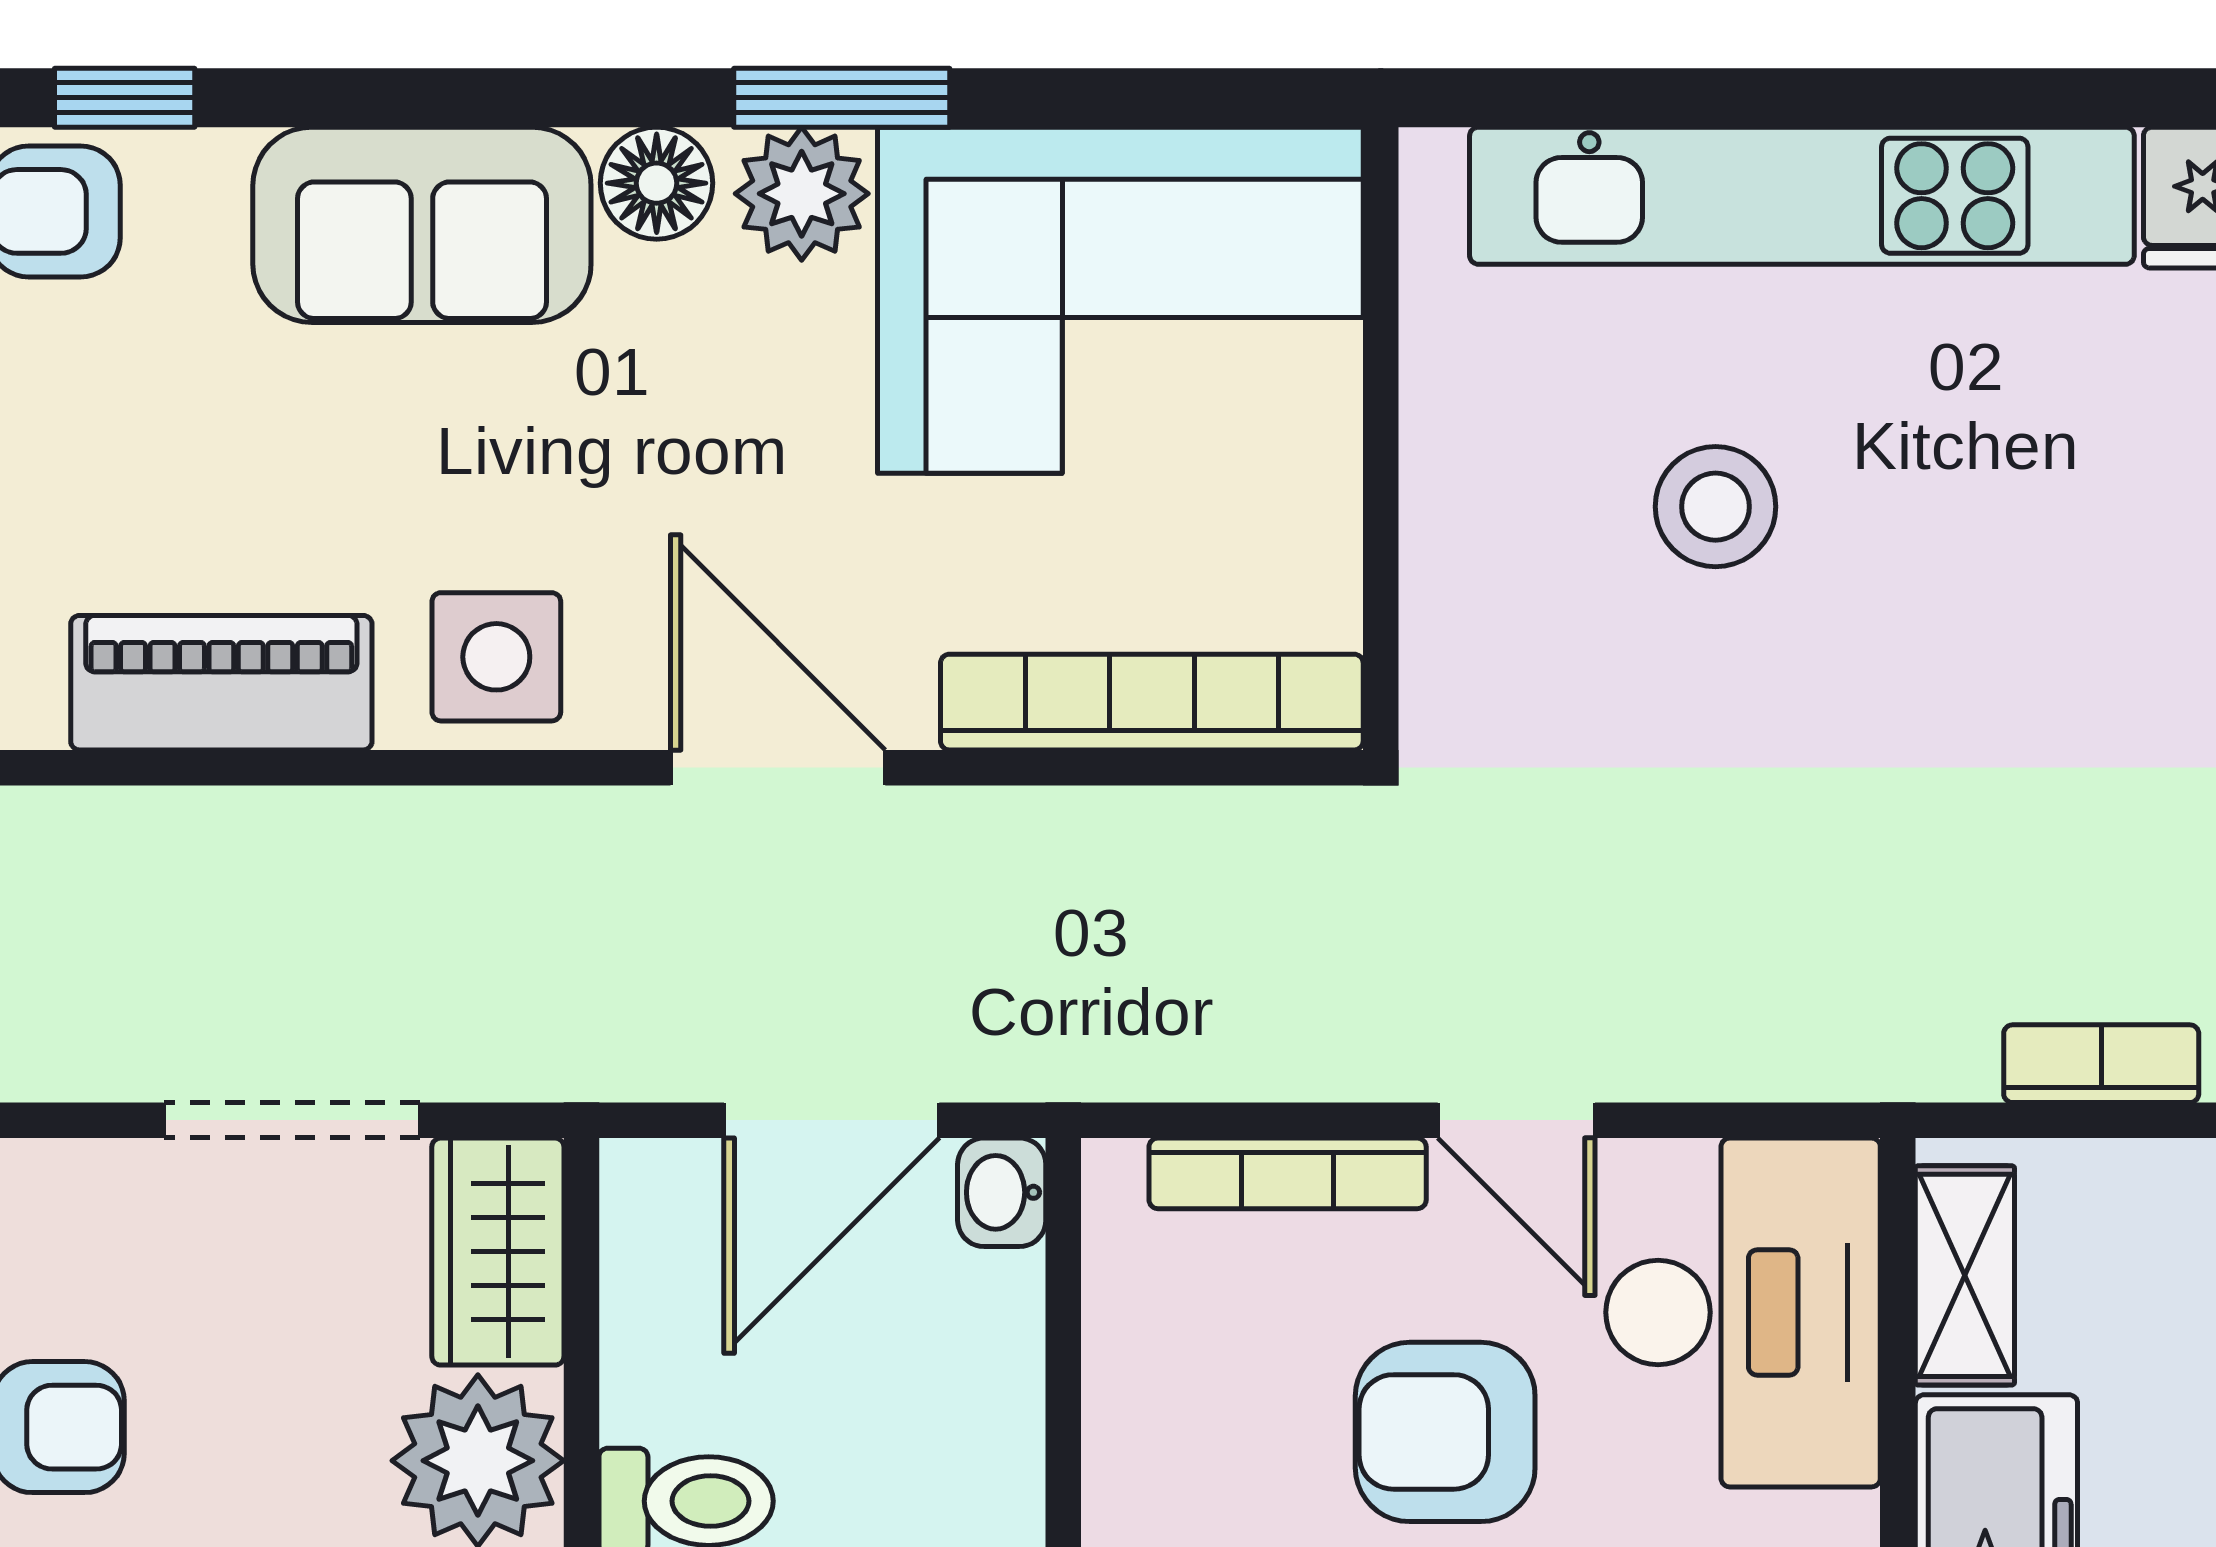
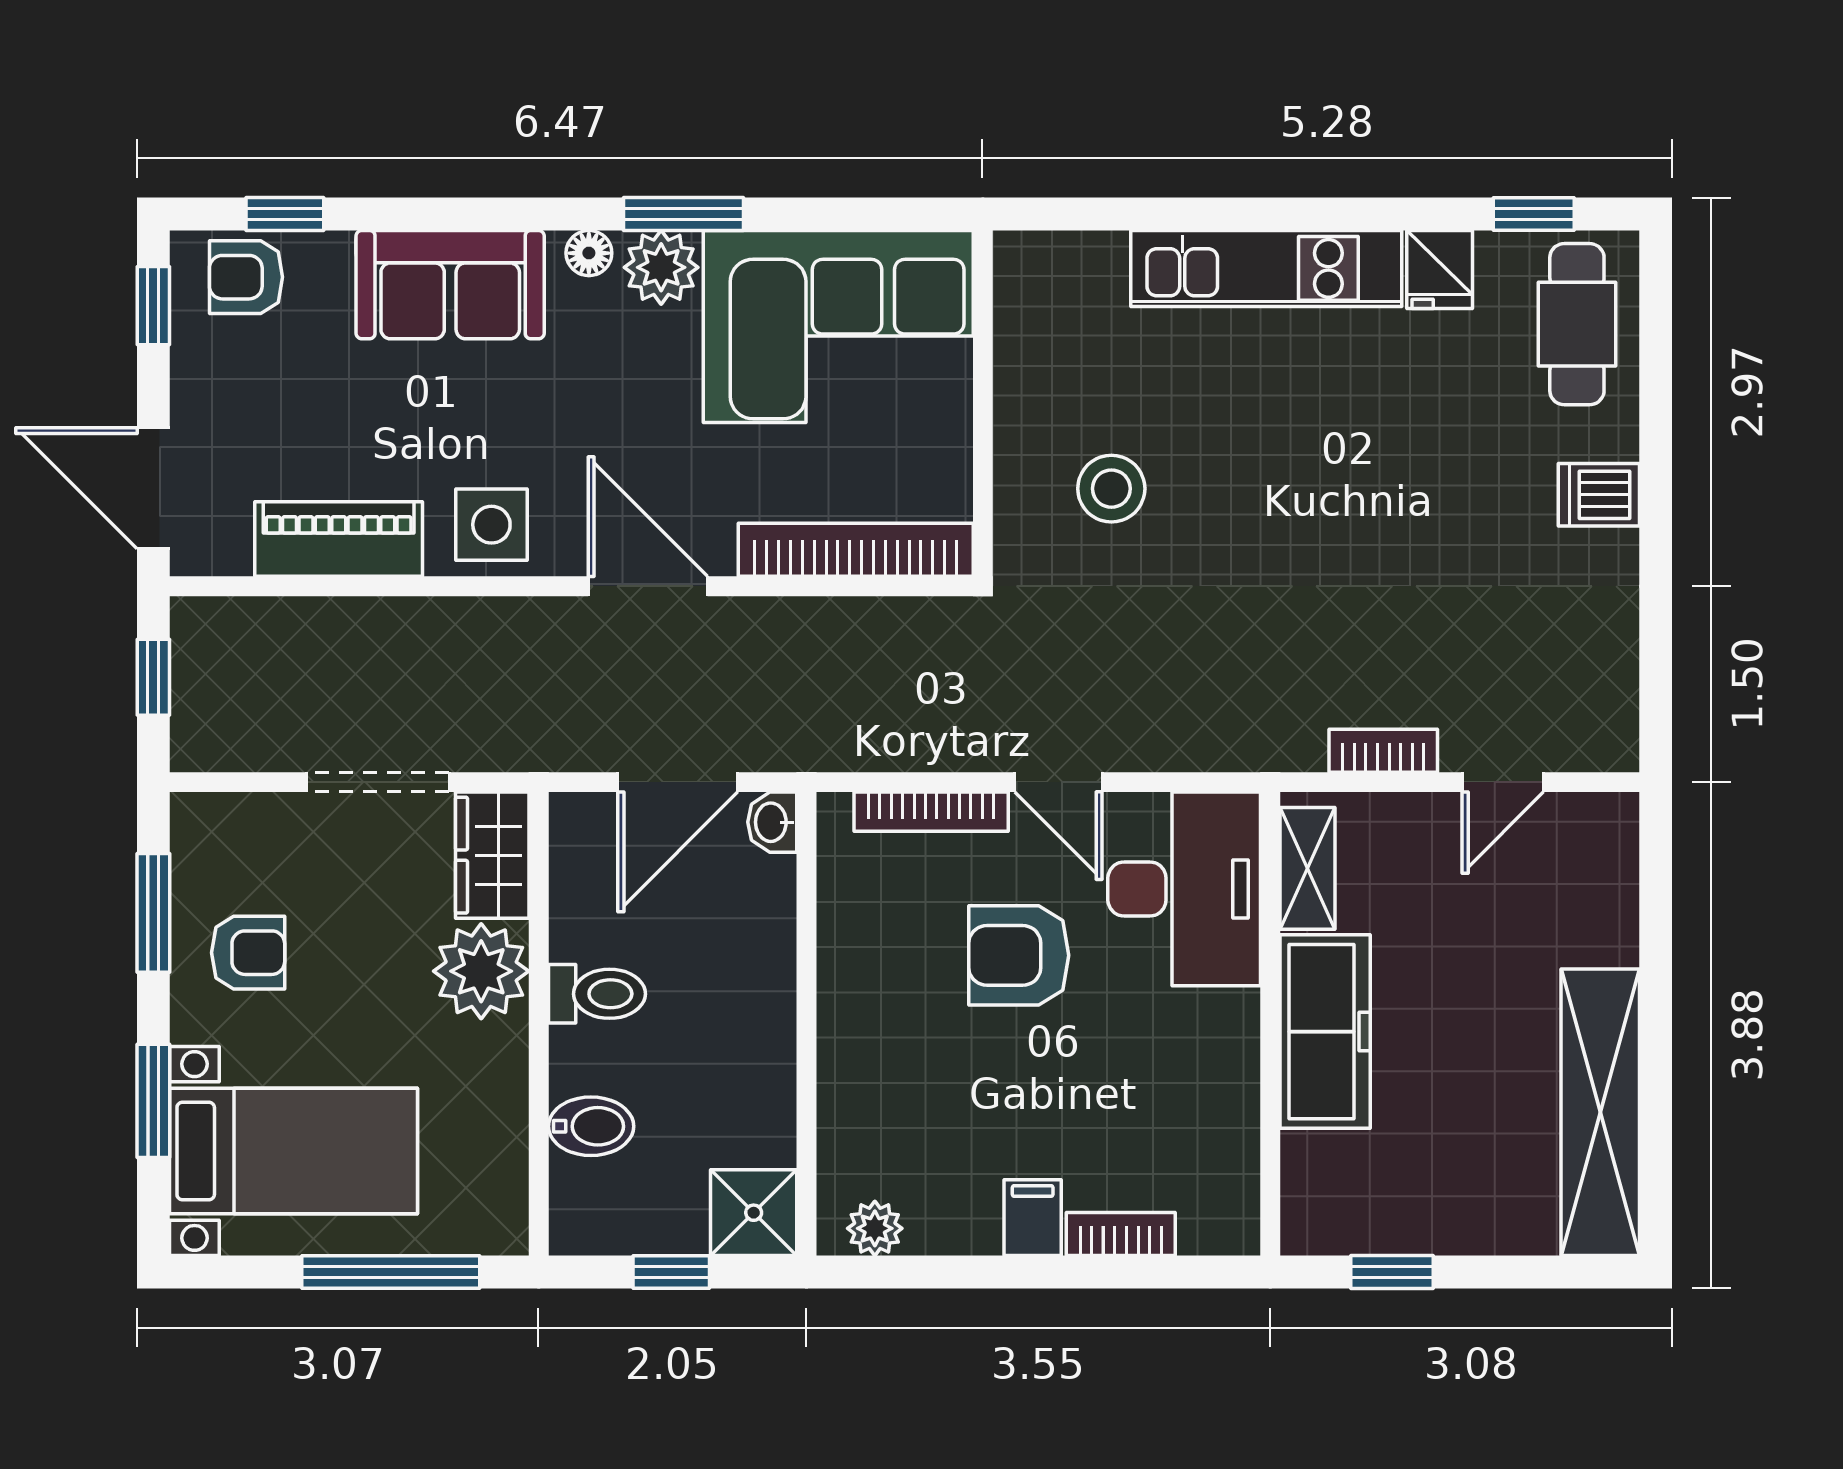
floor lamp: (657, 183) -> (589, 253), width x0.73, depth x0.73
kitchen unit: (1802, 196) -> (1266, 268), width x0.73
stool: (1715, 507) -> (1111, 489), moved

